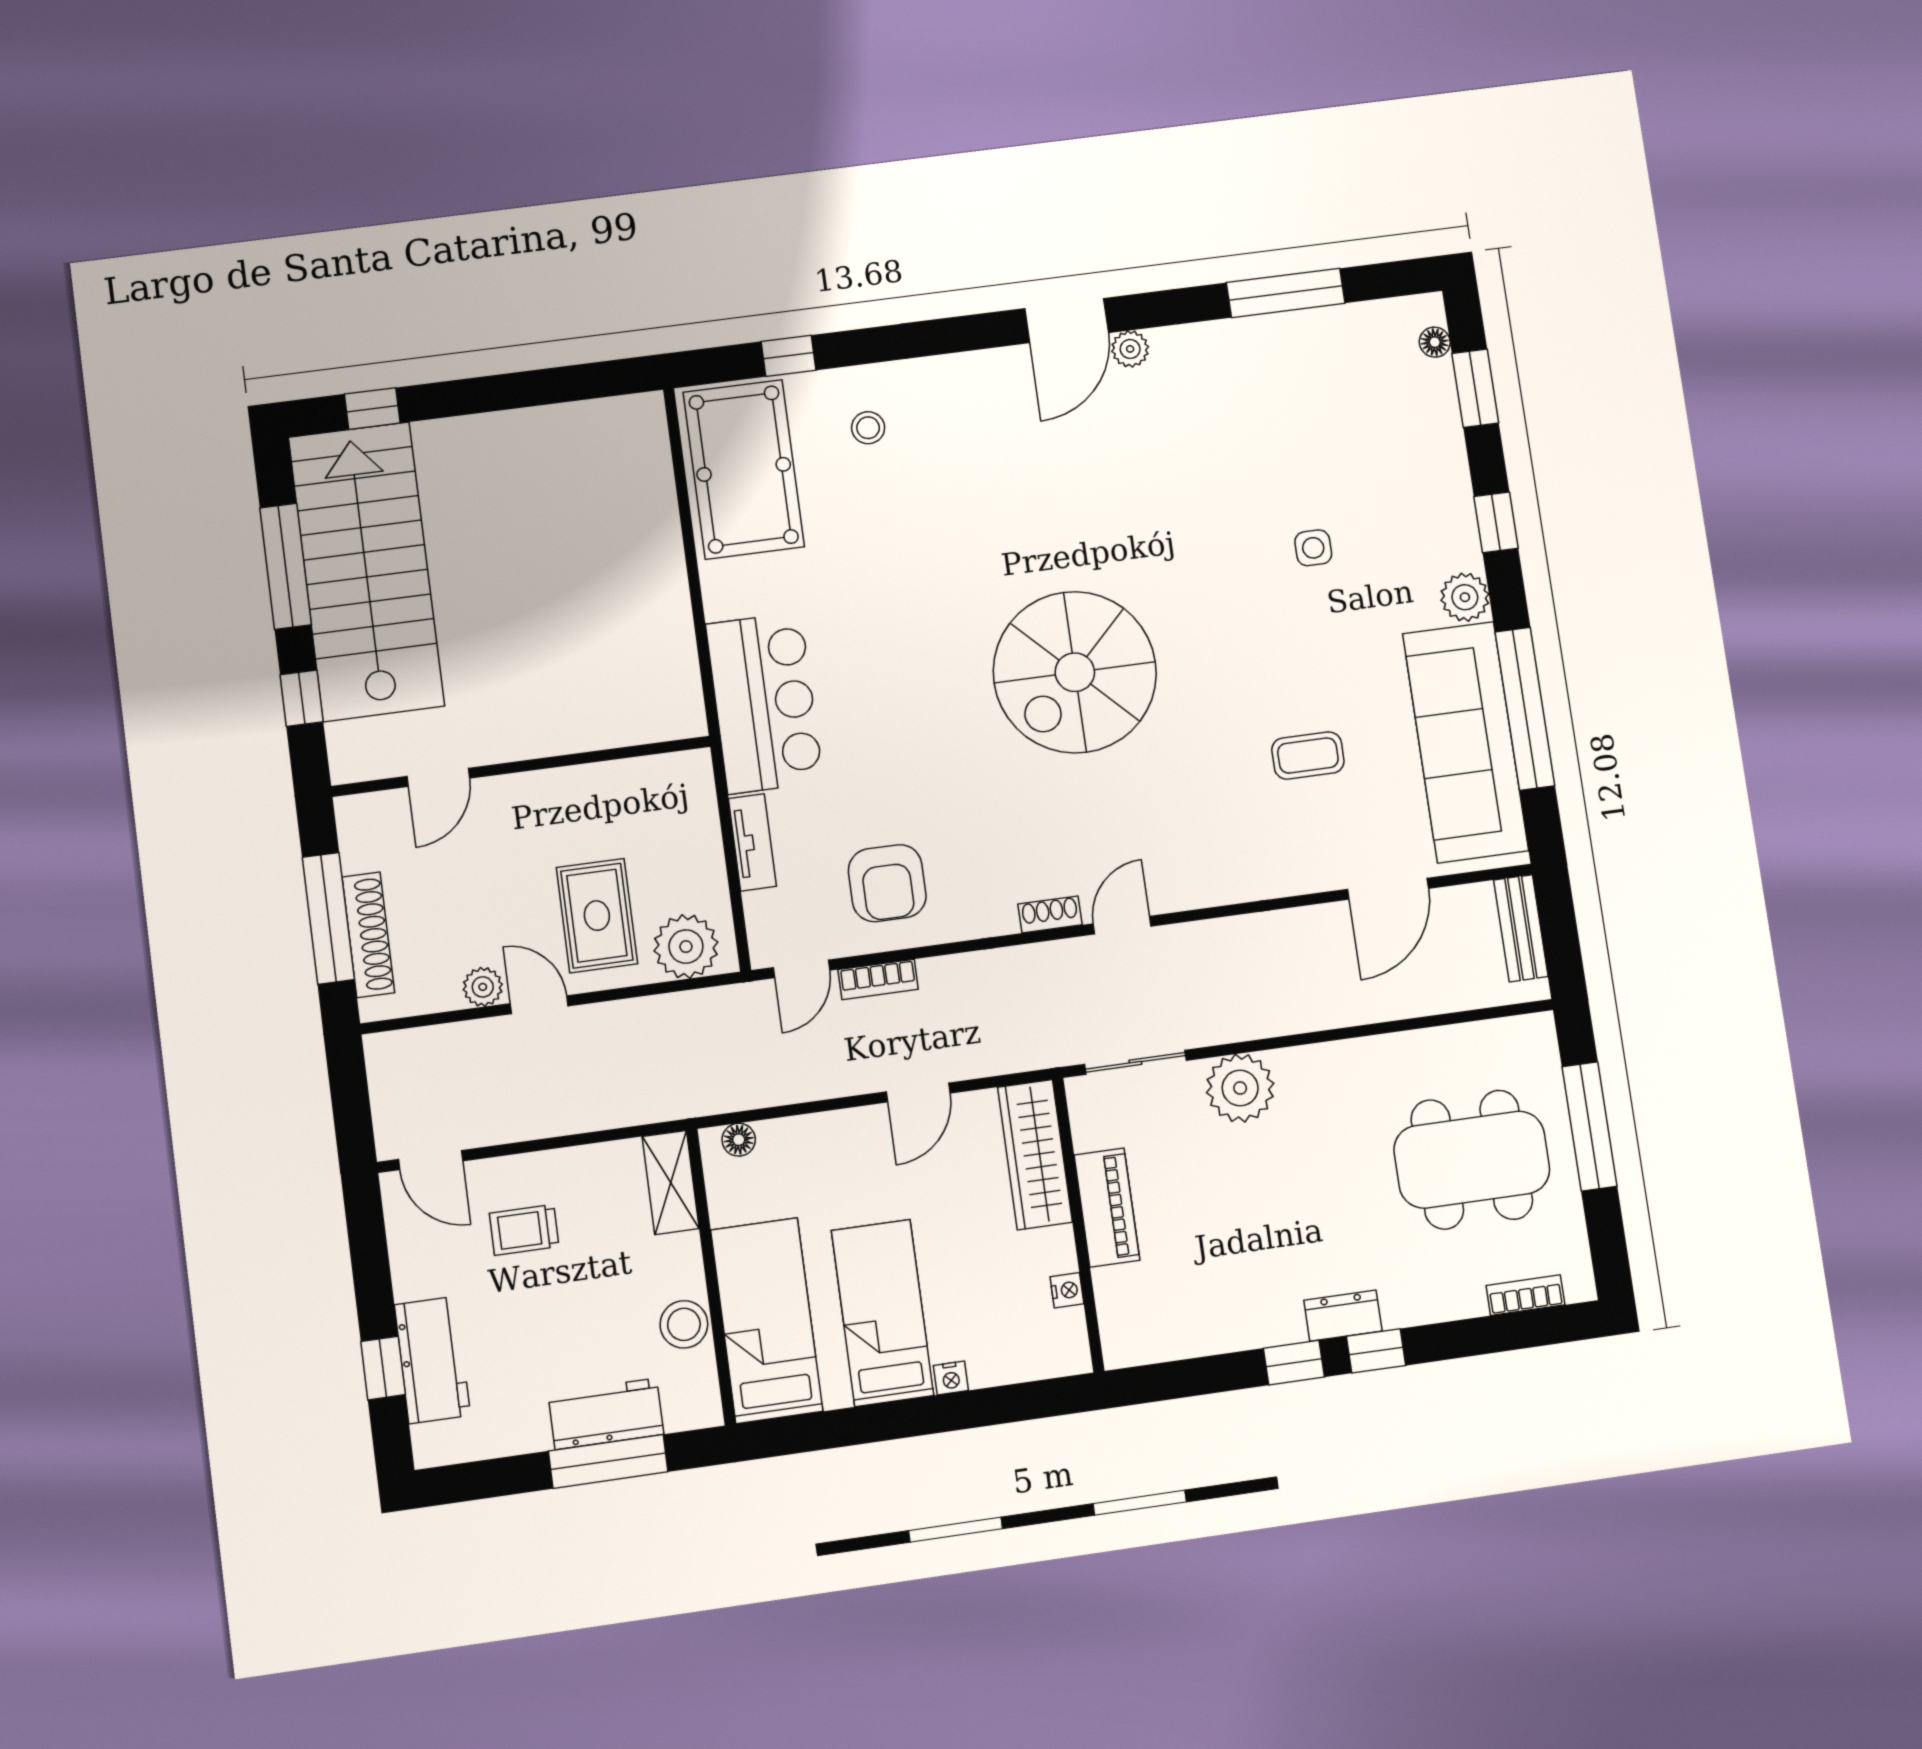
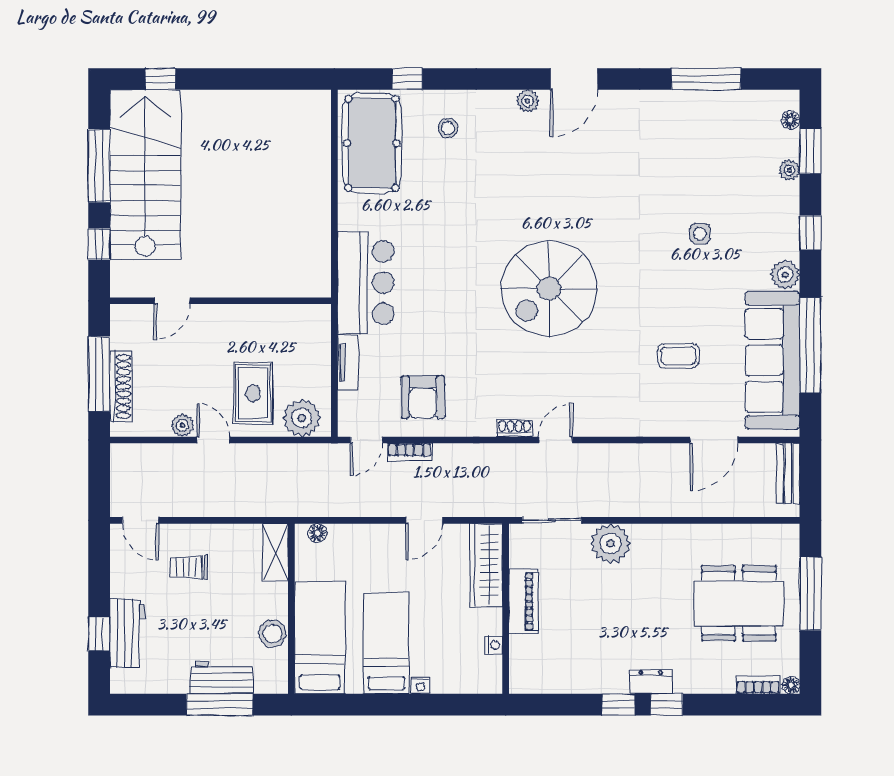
plant: (1130, 349) -> (528, 101), moved
plant: (1446, 424) -> (790, 170), added
floor lamp: (1581, 1287) -> (791, 685), added

